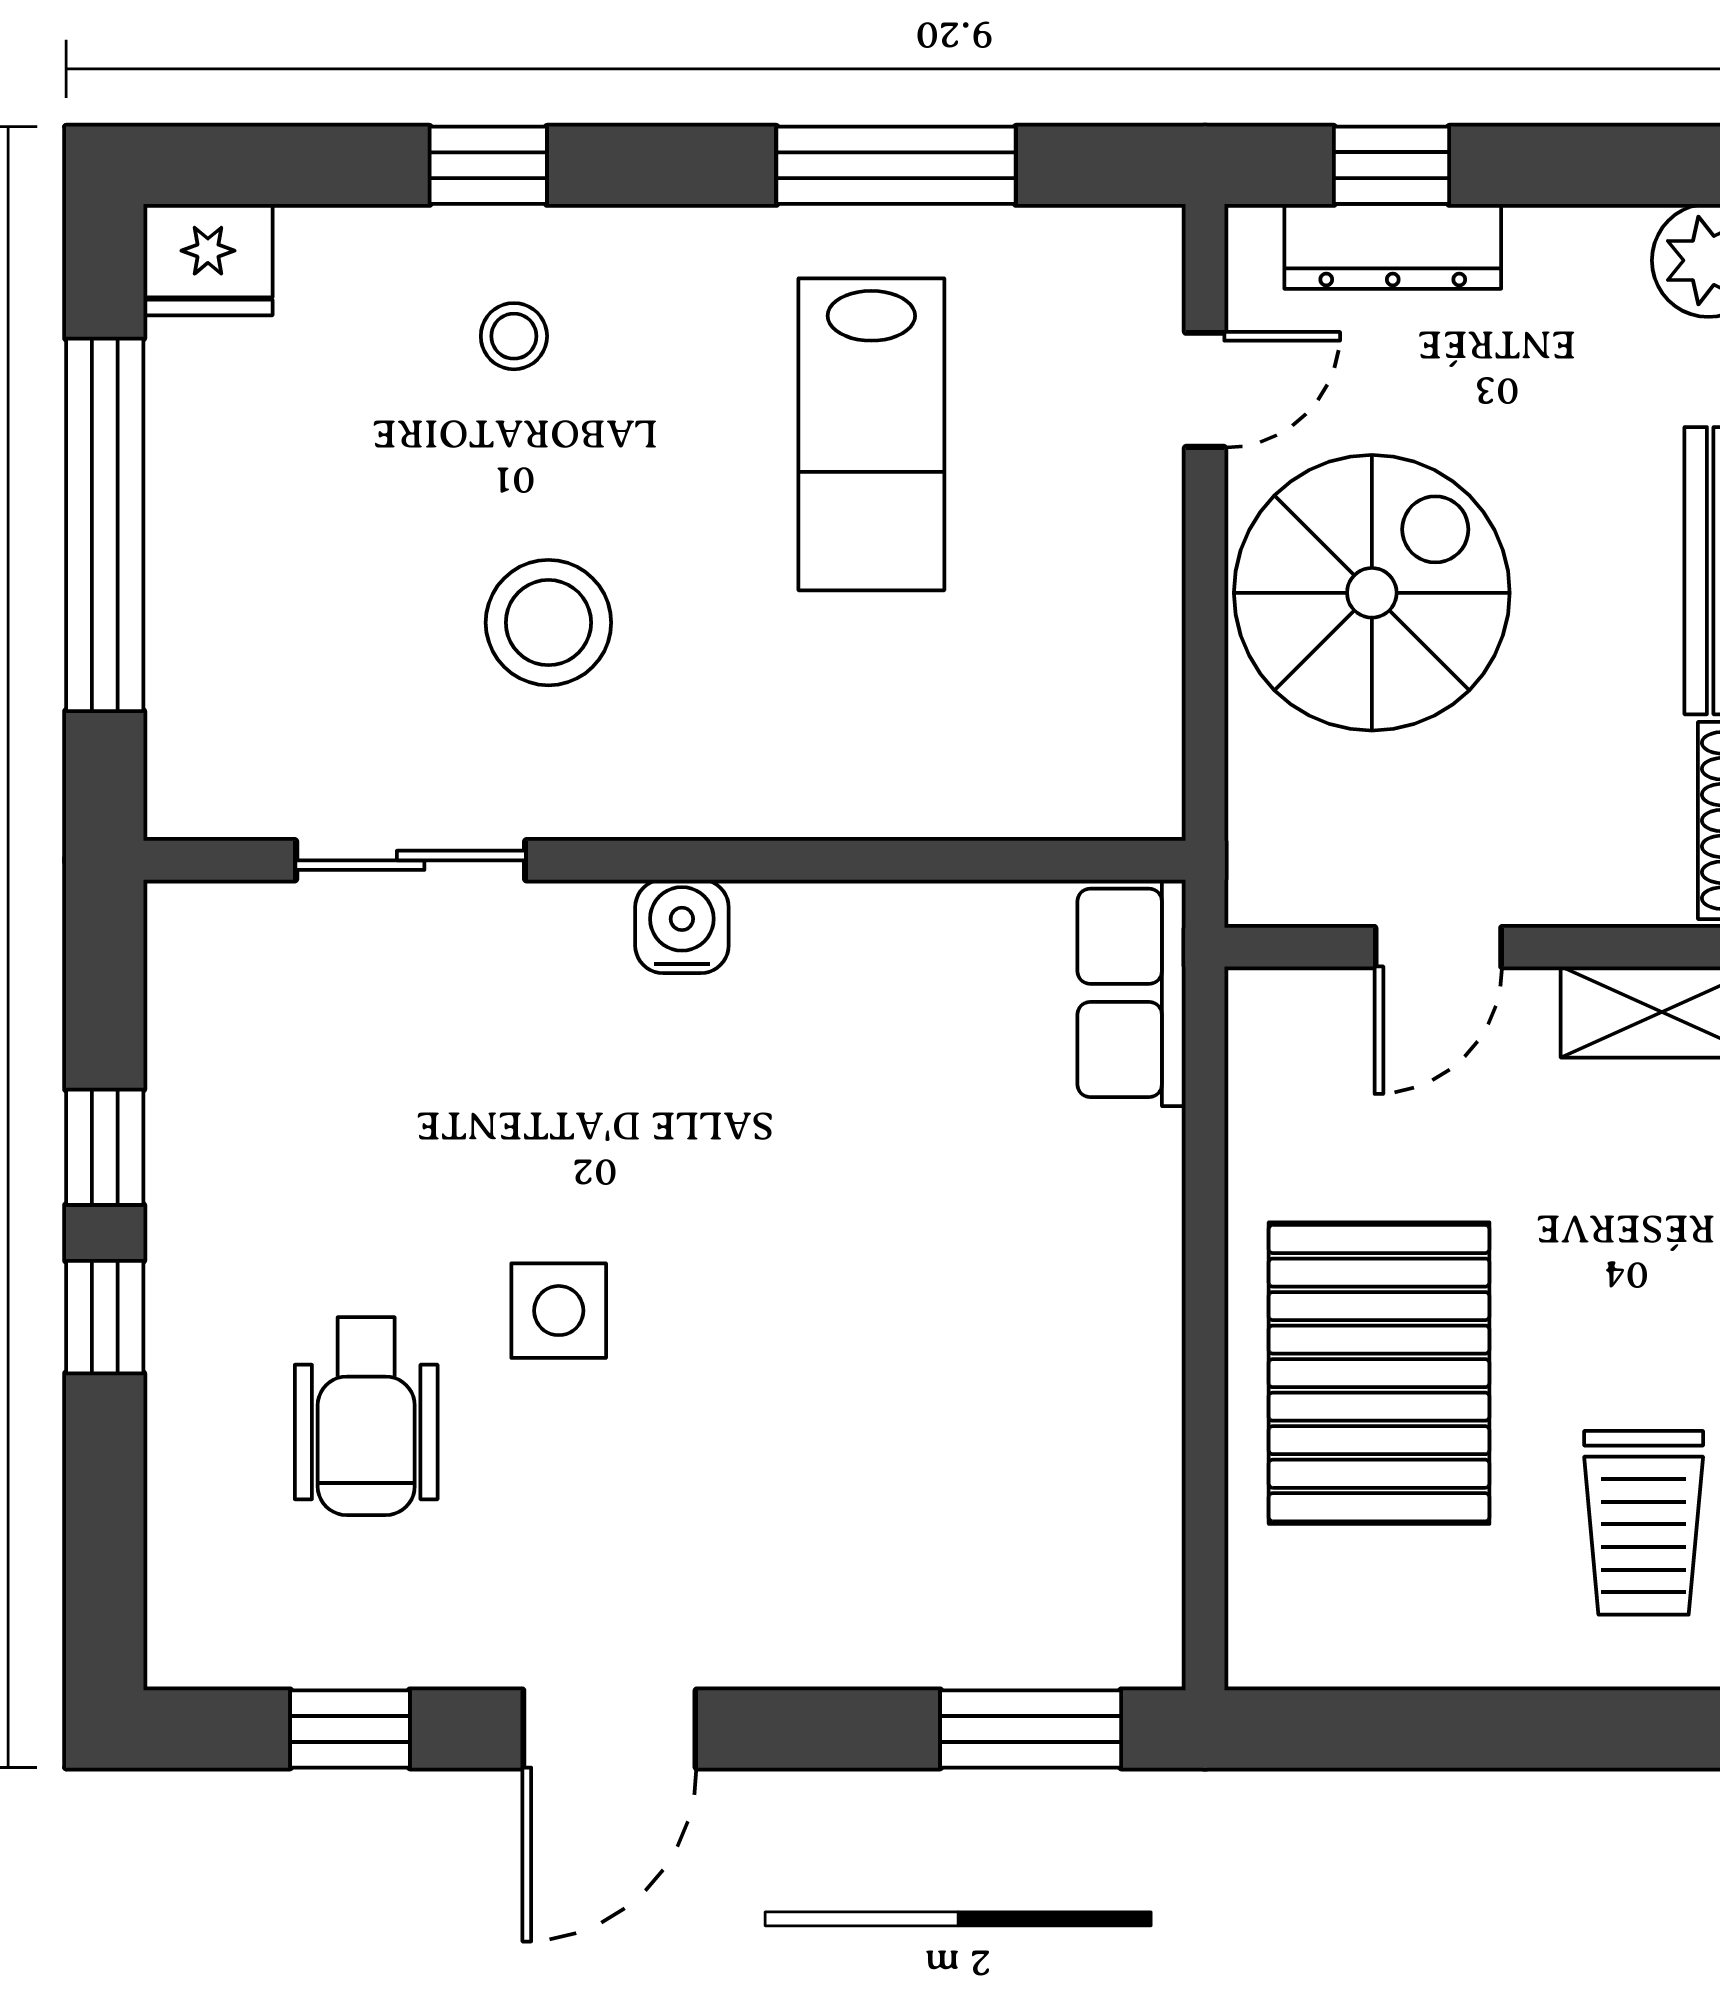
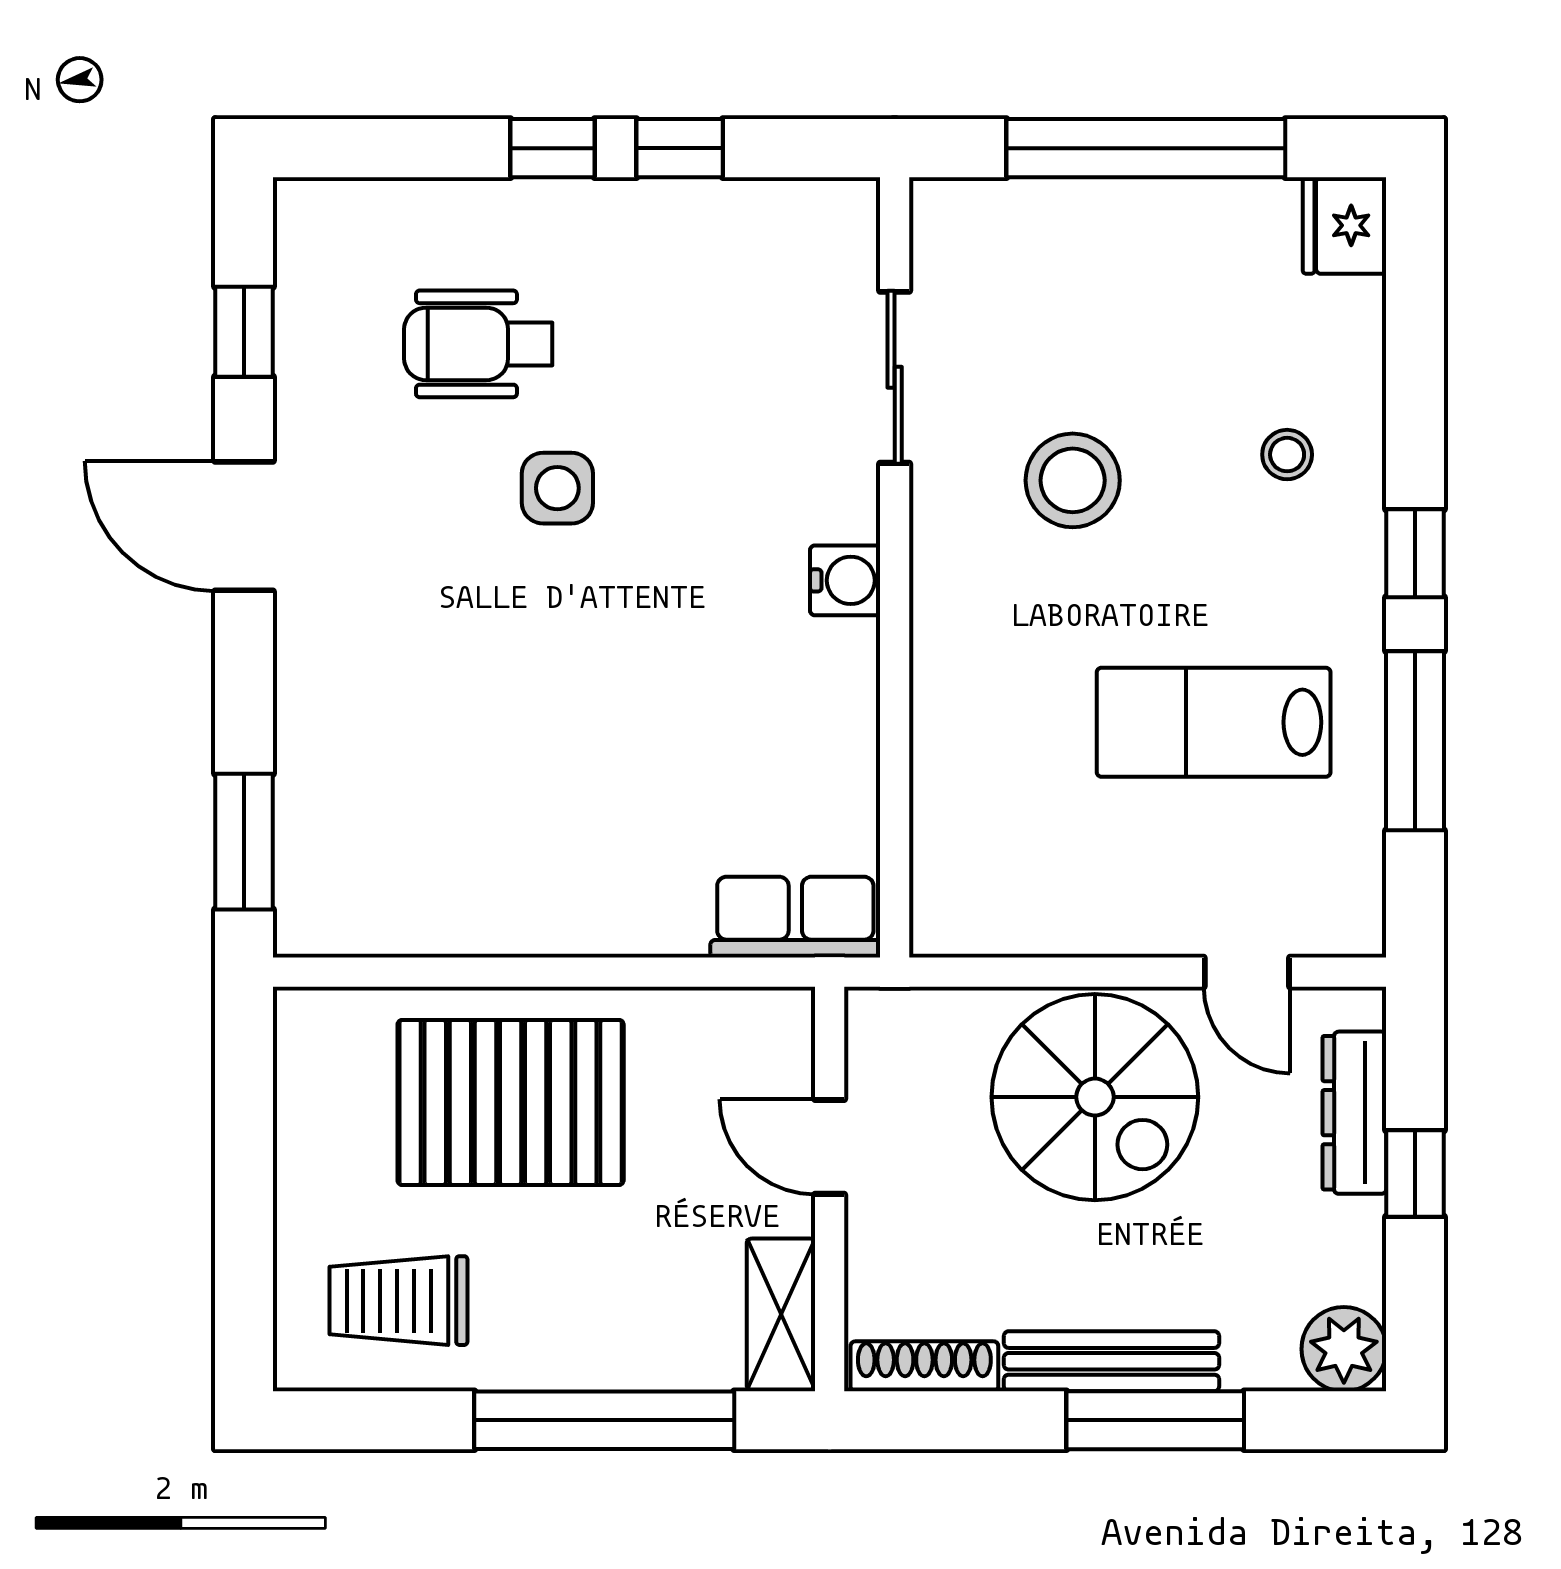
window: (488, 165) -> (1415, 553), moved
window: (1391, 165) -> (1415, 1173), moved

